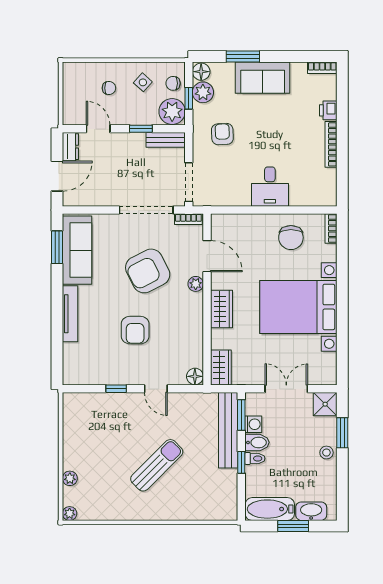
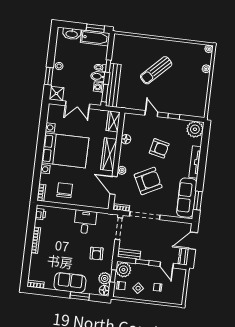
printer: (328, 110) -> (40, 214), moved
desk: (270, 187) -> (85, 222), moved
wardrobe: (221, 309) -> (109, 154), width x1.50
armchair: (135, 330) -> (159, 148), turned 103
plant: (77, 371) -> (195, 129), added
floor lamp: (195, 376) -> (126, 139), moved
window: (293, 526) -> (95, 28), moved

